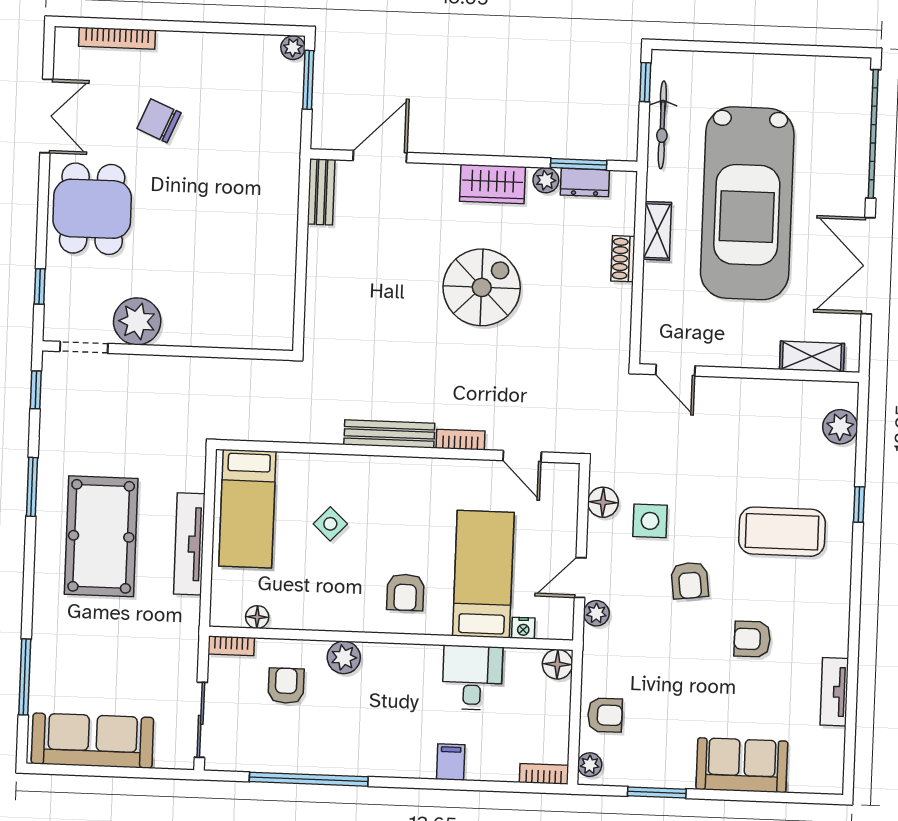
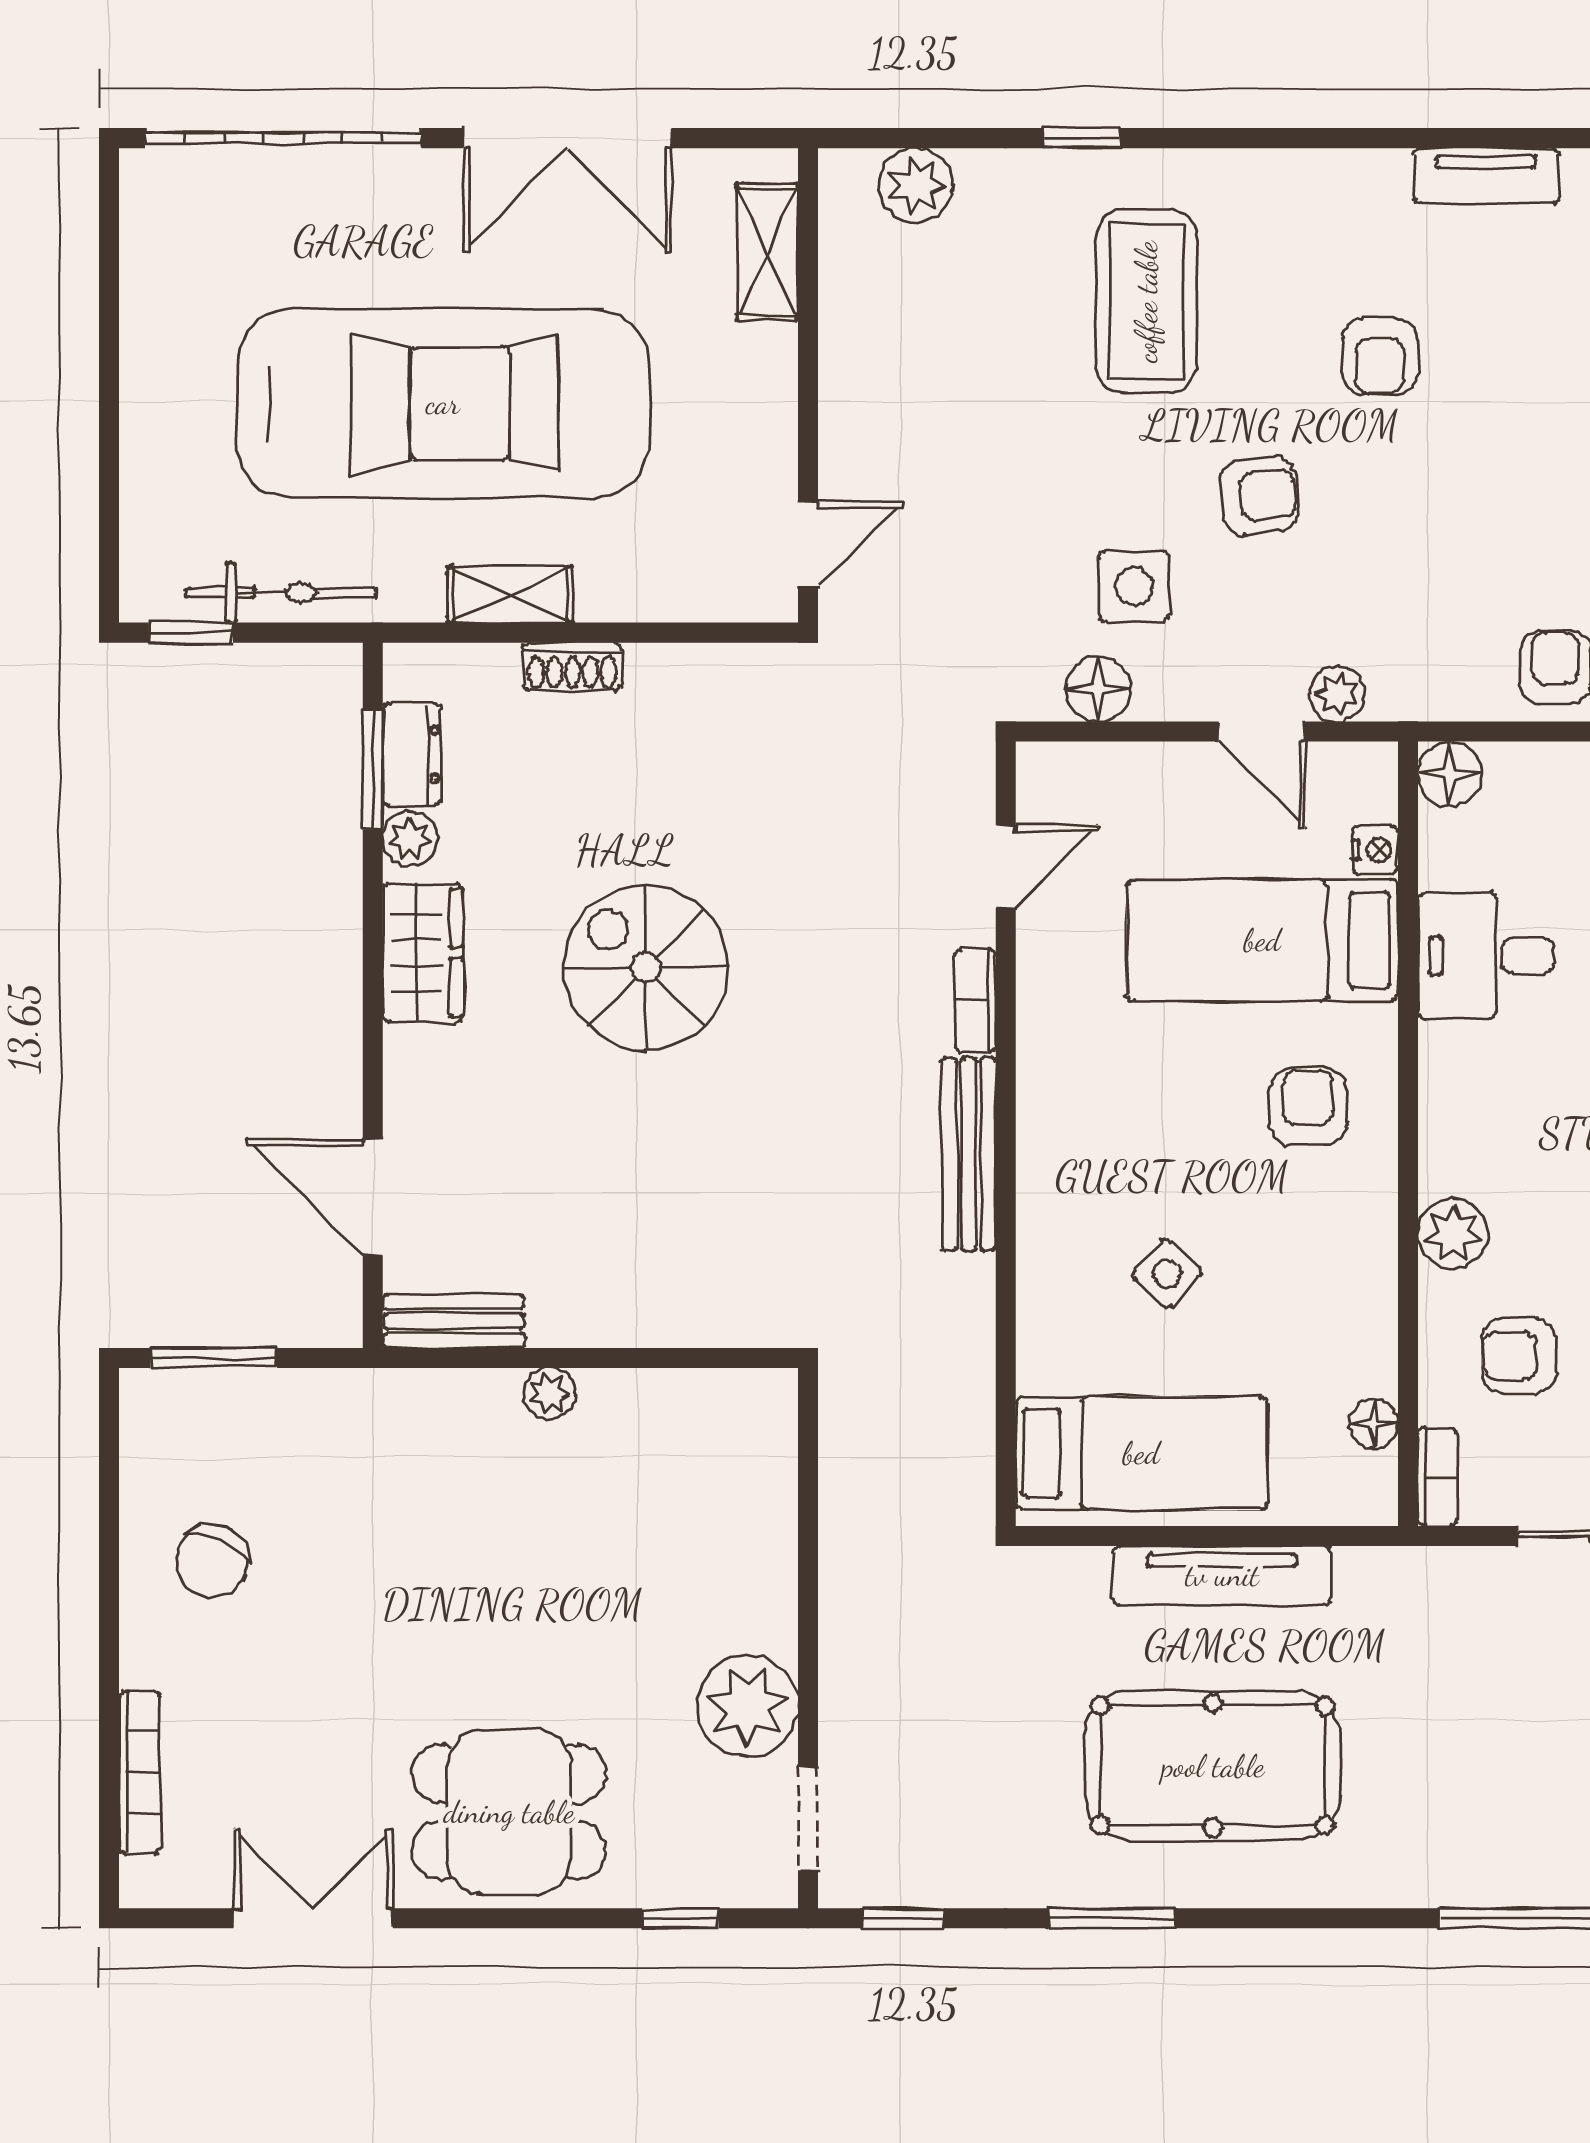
plant: (293, 48) -> (550, 1394), moved
chair: (159, 121) -> (212, 1561), moved
armchair: (405, 592) -> (1308, 1107), turned -90

